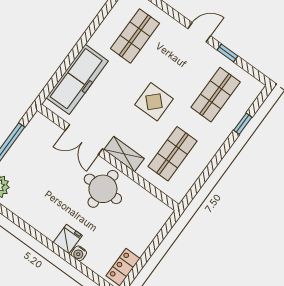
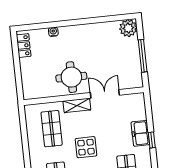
window: (79, 47) -> (152, 140), added
freezer: (77, 79) -> (140, 133), width x0.52, depth x0.79
fridge: (68, 239) -> (66, 34), removed

